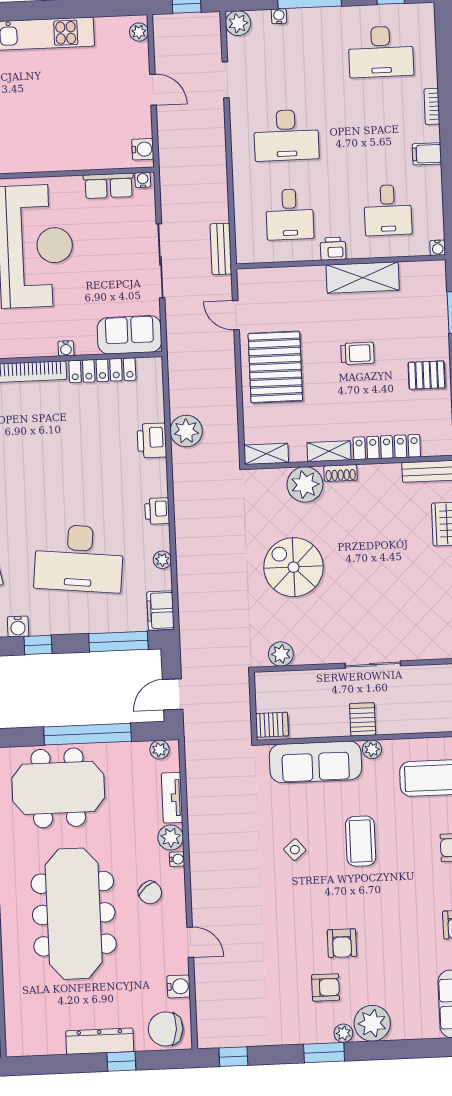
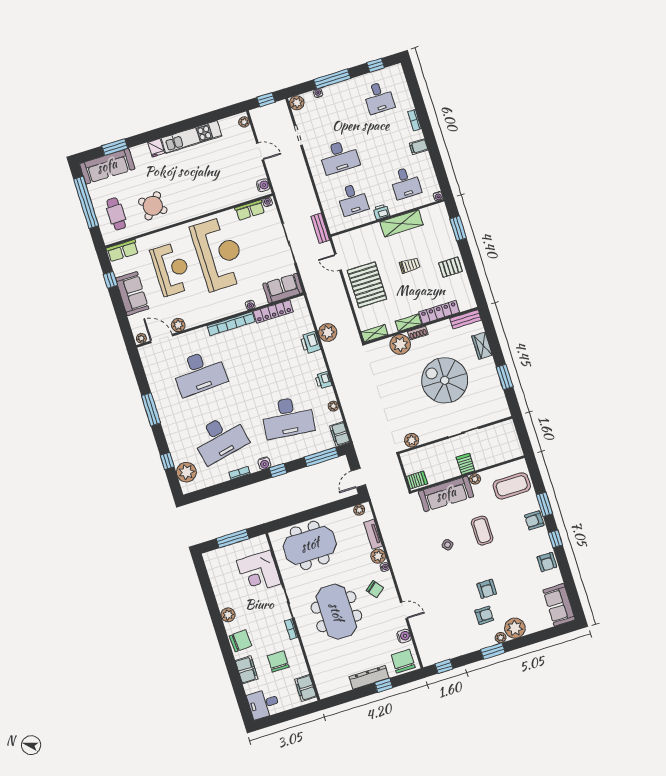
desk: (381, 52) -> (379, 98), width x0.73
spiral stairs: (294, 567) -> (445, 380), moved, width x1.37, depth x1.37
window: (88, 734) -> (318, 512), removed
meeting table: (74, 914) -> (336, 612), width x0.73
chair: (166, 1029) -> (403, 661), turned 86

